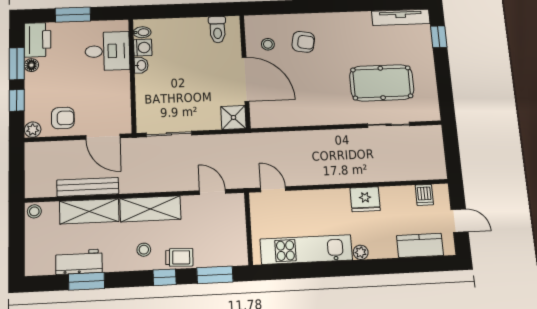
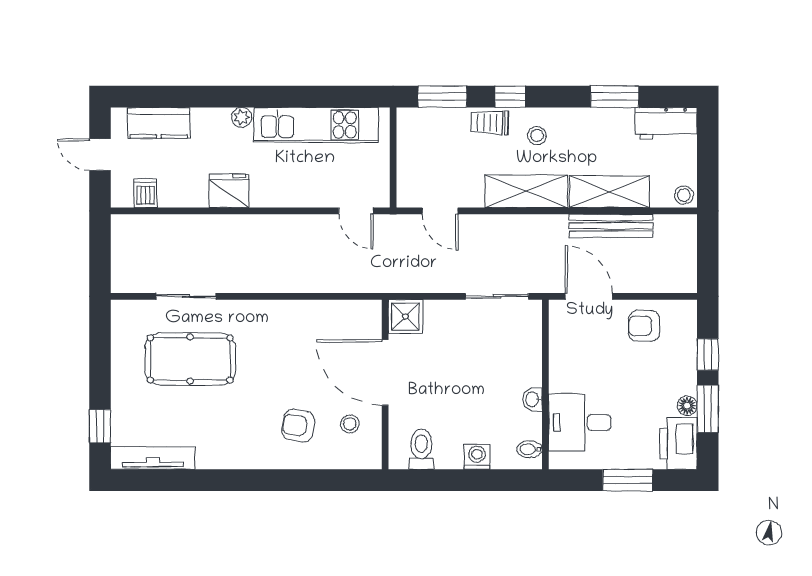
washing machine: (143, 48) -> (477, 457), moved, turned 90
plant: (33, 130) -> (686, 311), removed
workbench: (79, 262) -> (666, 123), moved

